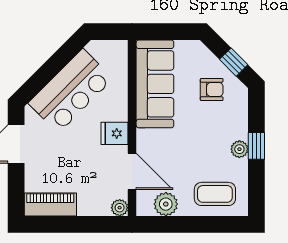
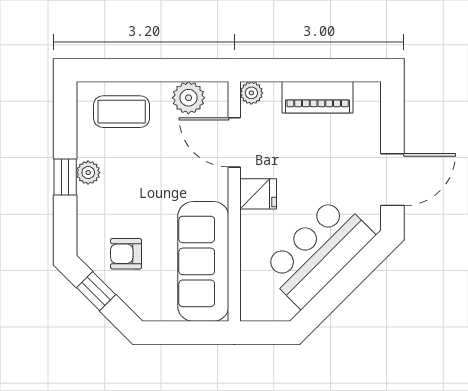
piano: (50, 204) -> (318, 97), moved

